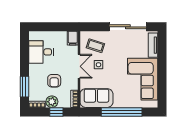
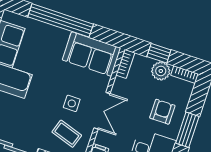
double door: (79, 66) -> (102, 111), swing flipped
armchair: (54, 81) -> (162, 112), moved
window: (24, 87) -> (187, 130), moved

